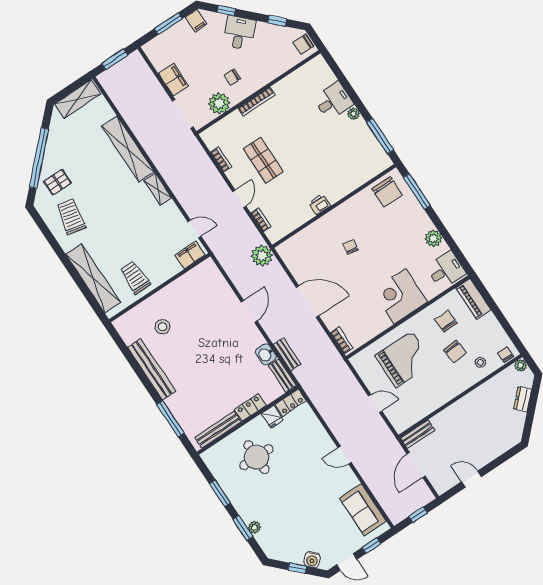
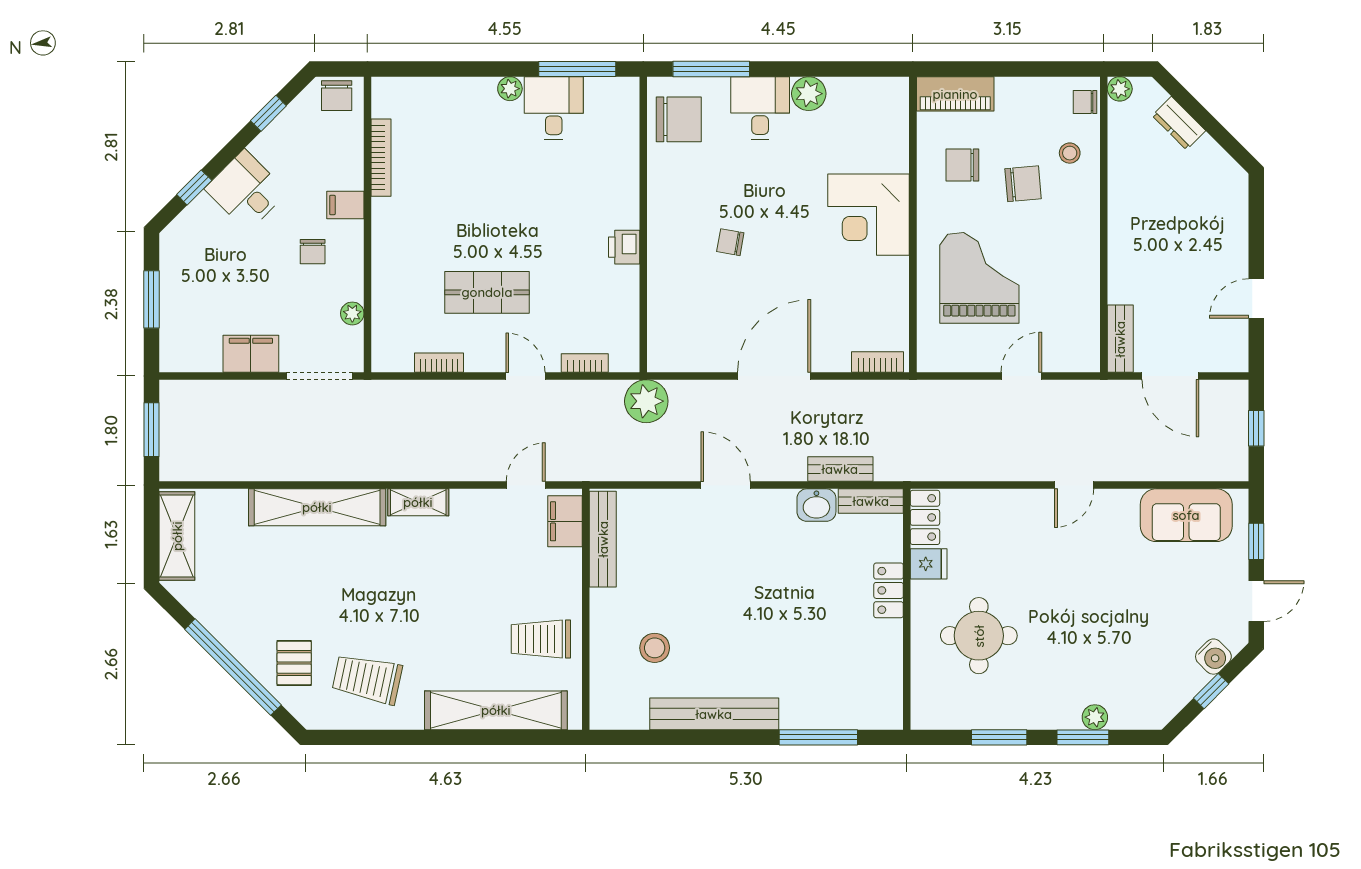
filing cabinet: (196, 21) -> (345, 205), moved, turned 180
desk: (333, 101) -> (554, 108), moved
bookcase: (257, 102) -> (381, 158), moved
plant: (219, 103) -> (352, 313), width x0.53, depth x0.53
desk: (446, 270) -> (760, 108), moved
bench: (218, 430) -> (603, 539), moved

